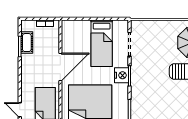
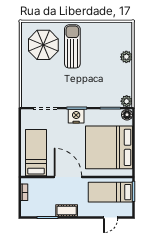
cot: (27, 43) -> (67, 210), moved
bed: (102, 43) -> (36, 153), moved, turned -90

